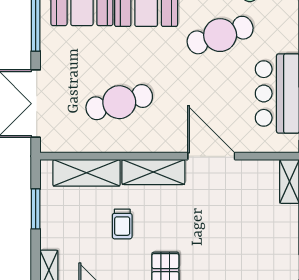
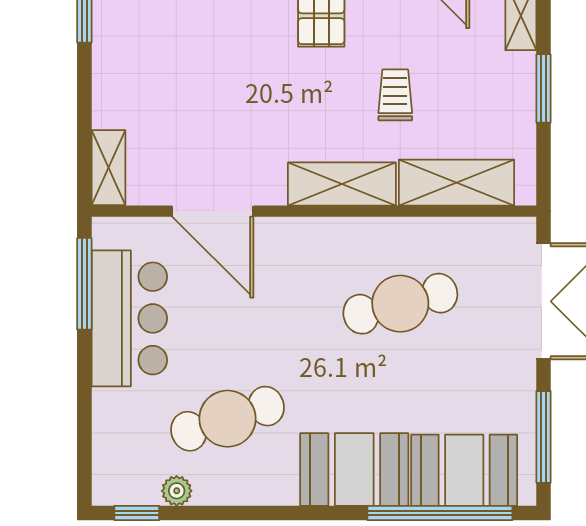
door: (211, 156) -> (213, 211), moved
window: (36, 209) -> (543, 88), moved

